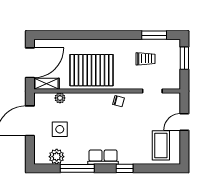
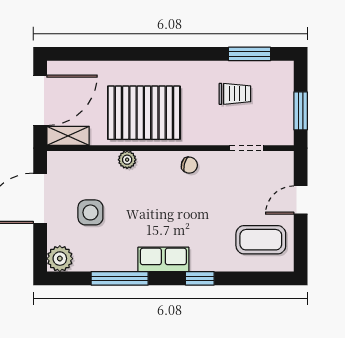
window: (184, 58) -> (301, 111), moved
plant: (60, 98) -> (127, 160), moved
coffee table: (161, 145) -> (261, 240), turned 90
plant: (57, 157) -> (60, 259), moved

